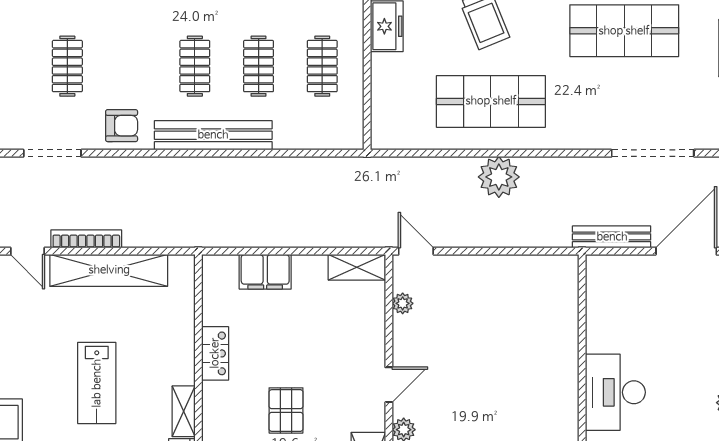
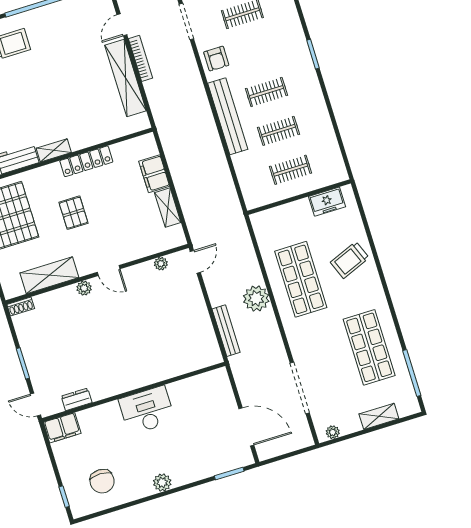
bench: (612, 237) -> (226, 331), moved
shelving: (357, 267) -> (168, 208), moved
locker: (215, 353) -> (86, 161), width x1.53
lab bench: (97, 383) -> (55, 92), removed
pallet: (286, 410) -> (73, 213), turned 90

